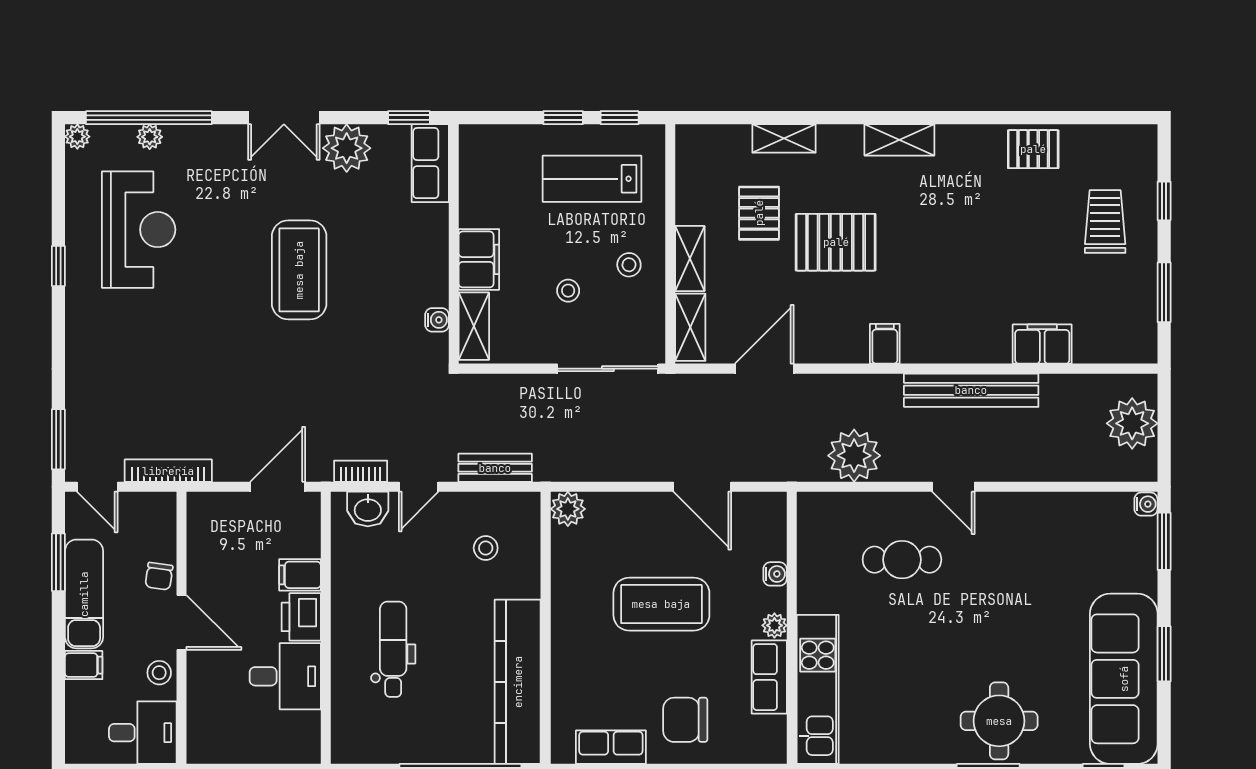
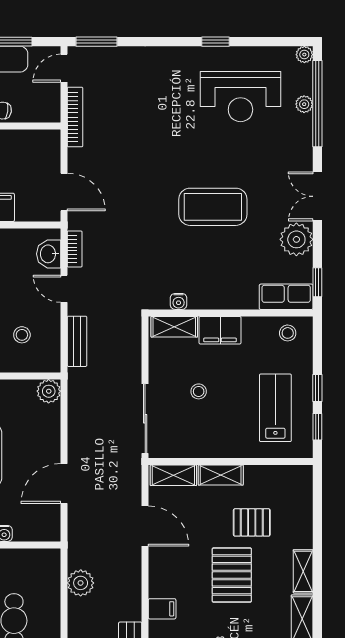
shelving: (784, 138) -> (303, 571), moved
stool: (629, 265) -> (288, 333), moved
plant: (854, 456) -> (81, 583), width x0.73, depth x0.73

